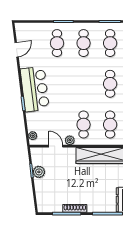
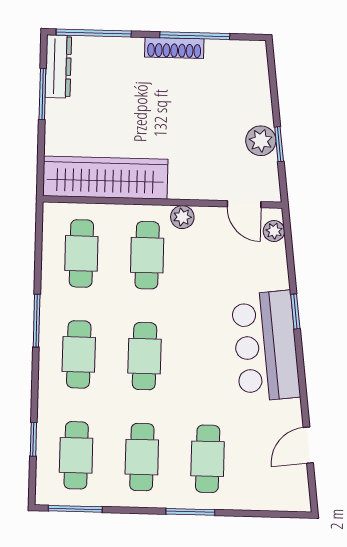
cafe table: (84, 84) -> (144, 356), added
door: (56, 146) -> (244, 204), moved

